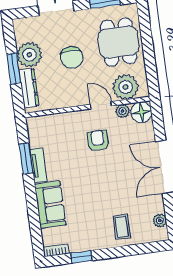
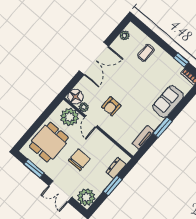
plant: (29, 55) -> (86, 197), moved
dresser: (29, 88) -> (116, 168), width x0.70
window: (26, 158) -> (163, 127), moved
tv unit: (38, 165) -> (143, 137), moved

